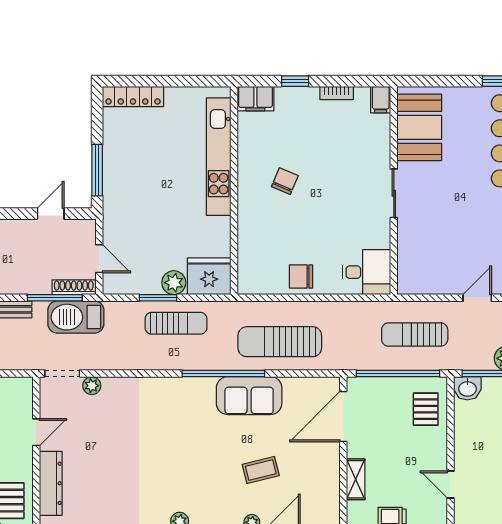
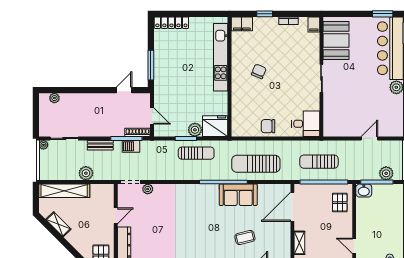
barbecue: (76, 317) -> (131, 146), width x0.53, depth x0.65
sun lounger: (415, 335) -> (319, 162), moved

